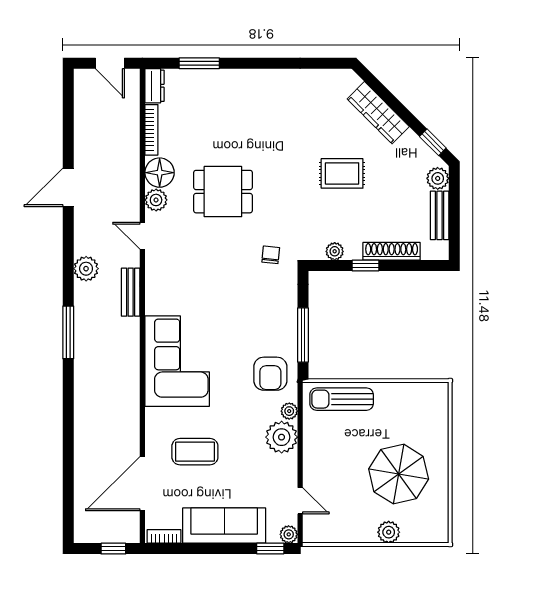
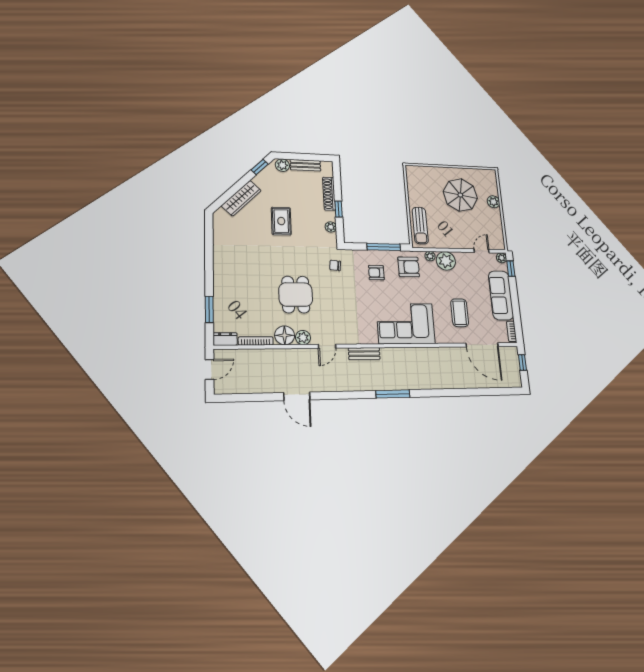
plant: (86, 269) -> (351, 383), removed
armchair: (260, 320) -> (376, 273), added

